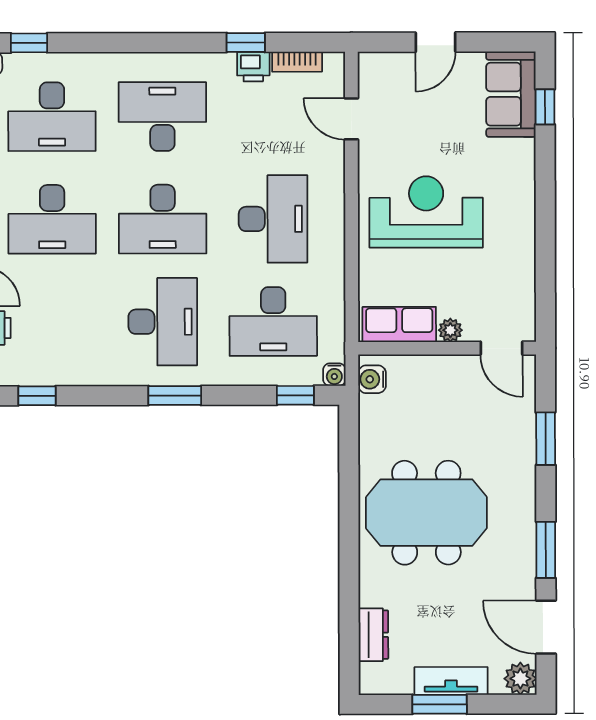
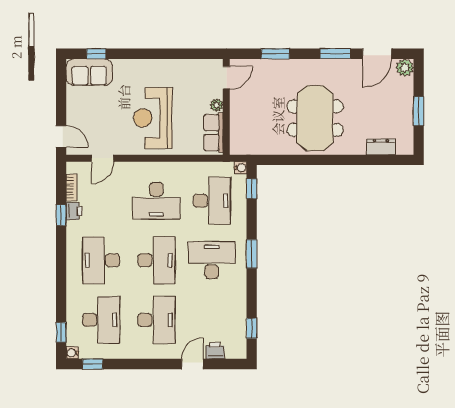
door: (436, 42) -> (61, 136), moved
desk: (273, 219) -> (156, 201), turned 180
water cooler: (372, 379) -> (243, 147), removed
tv unit: (451, 681) -> (406, 105), removed

